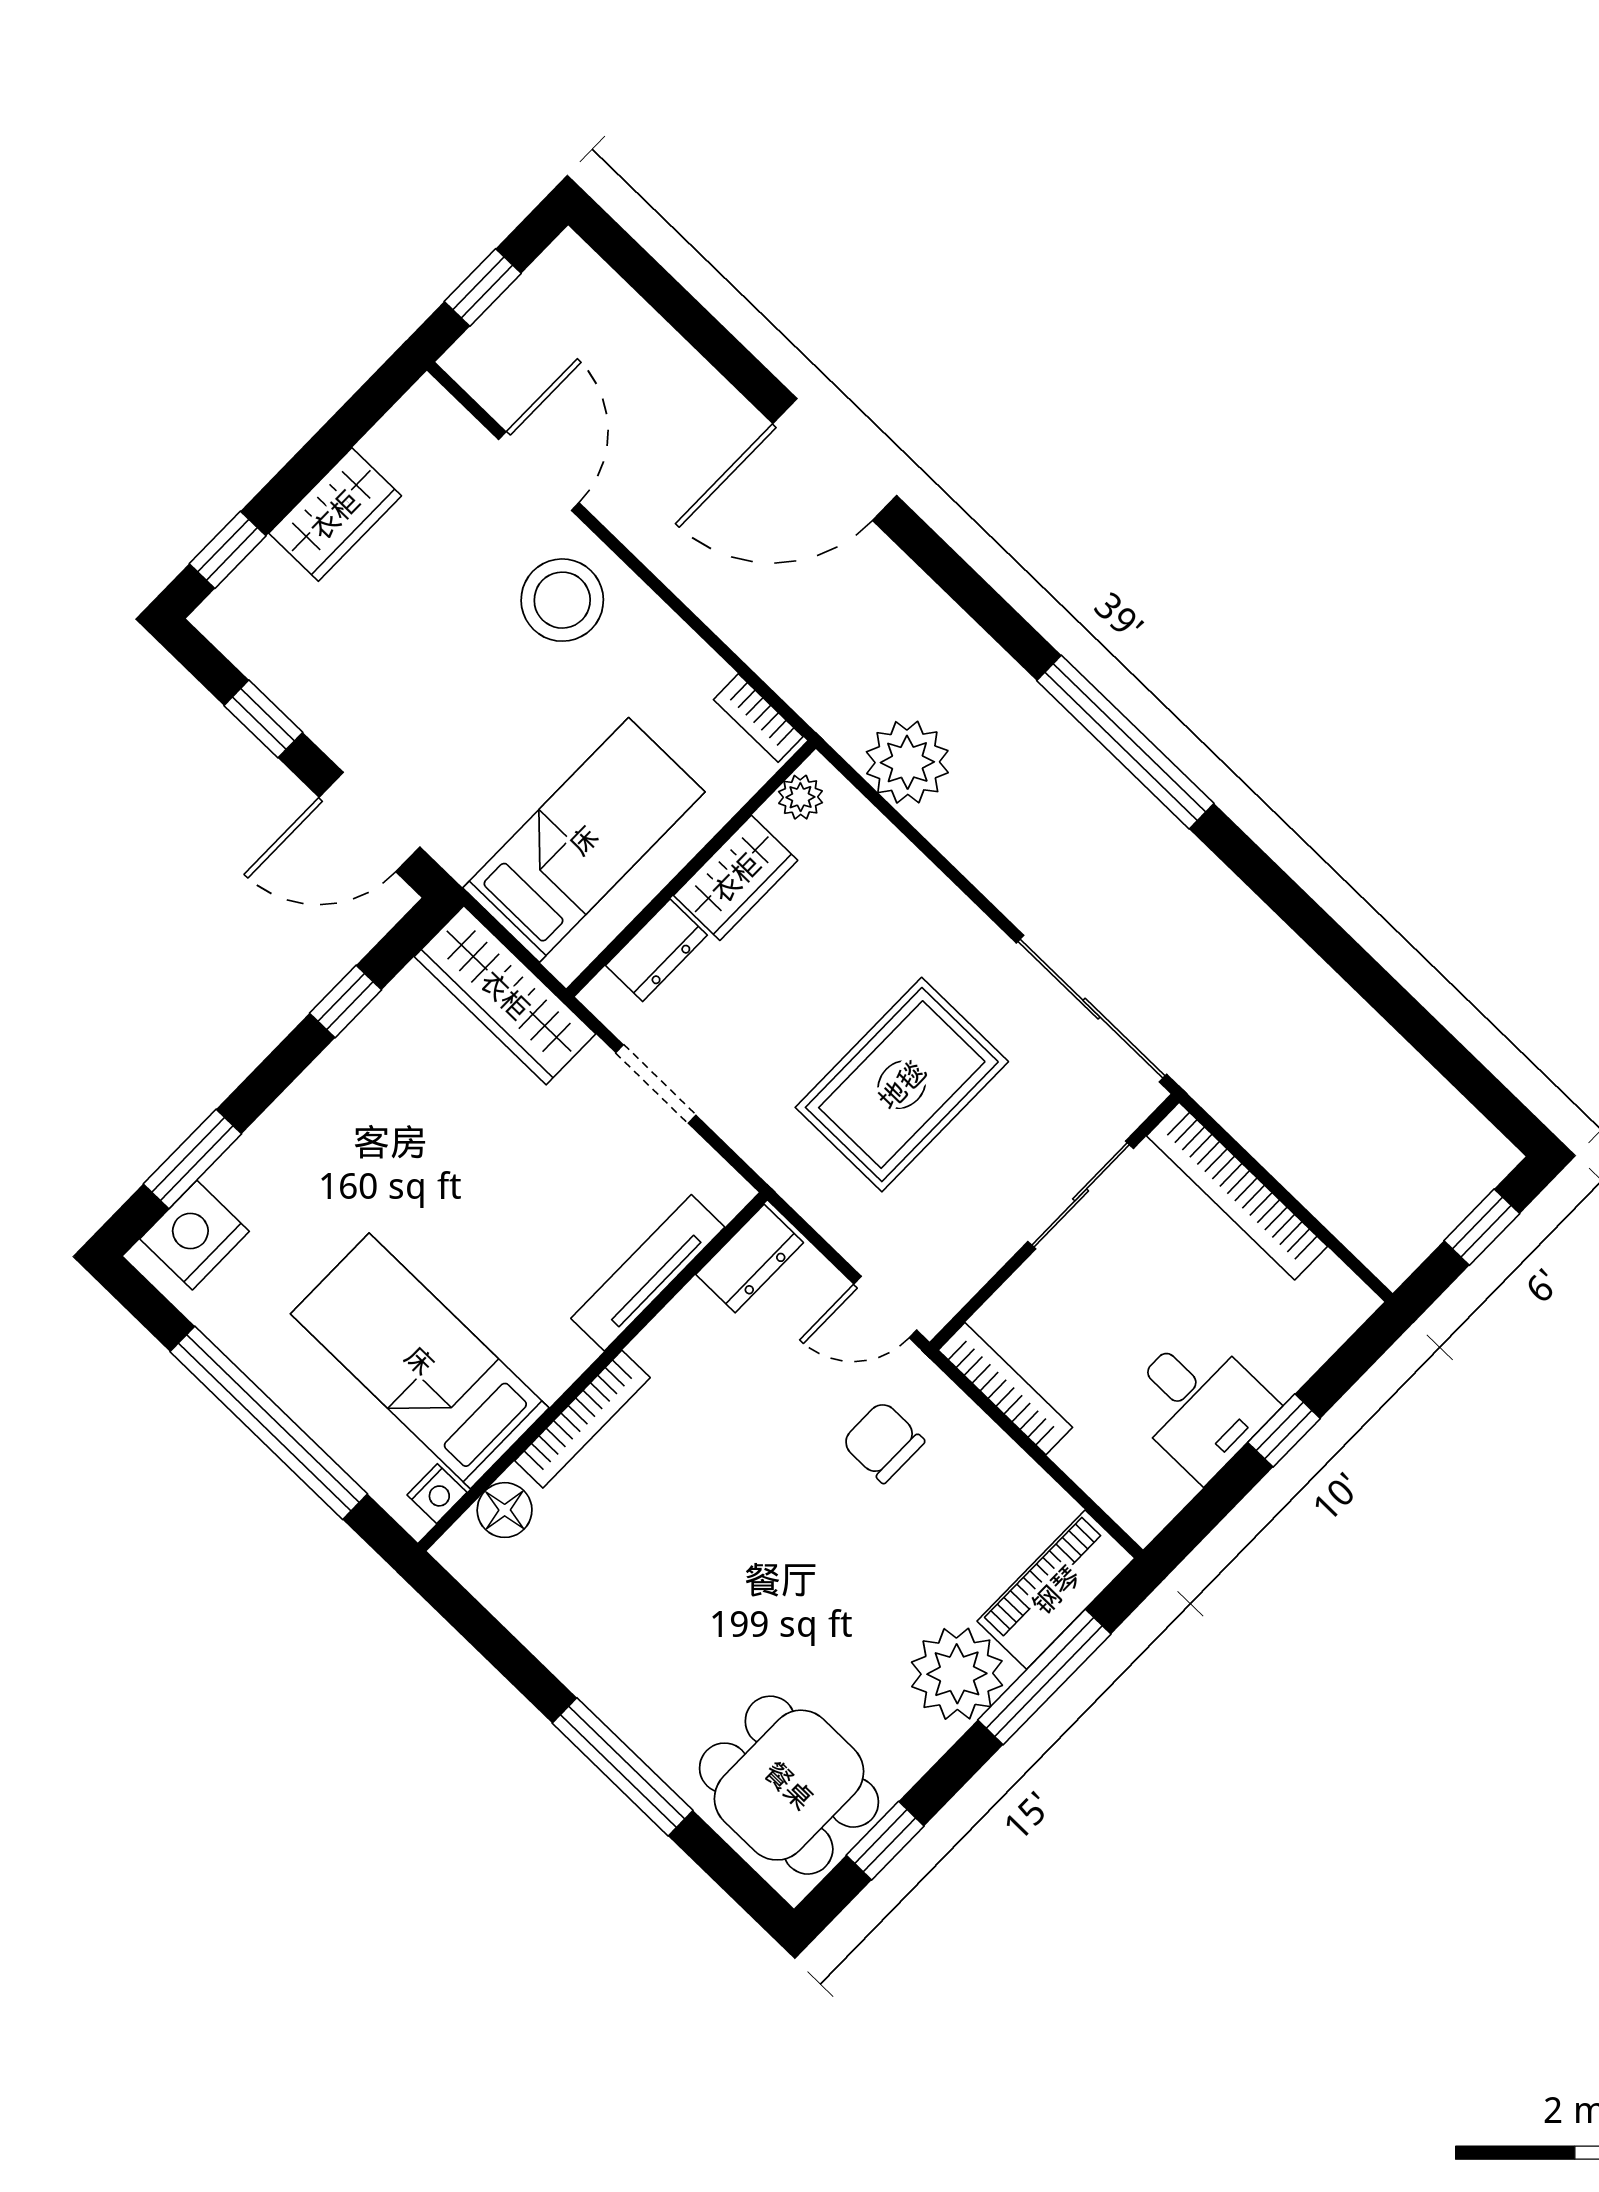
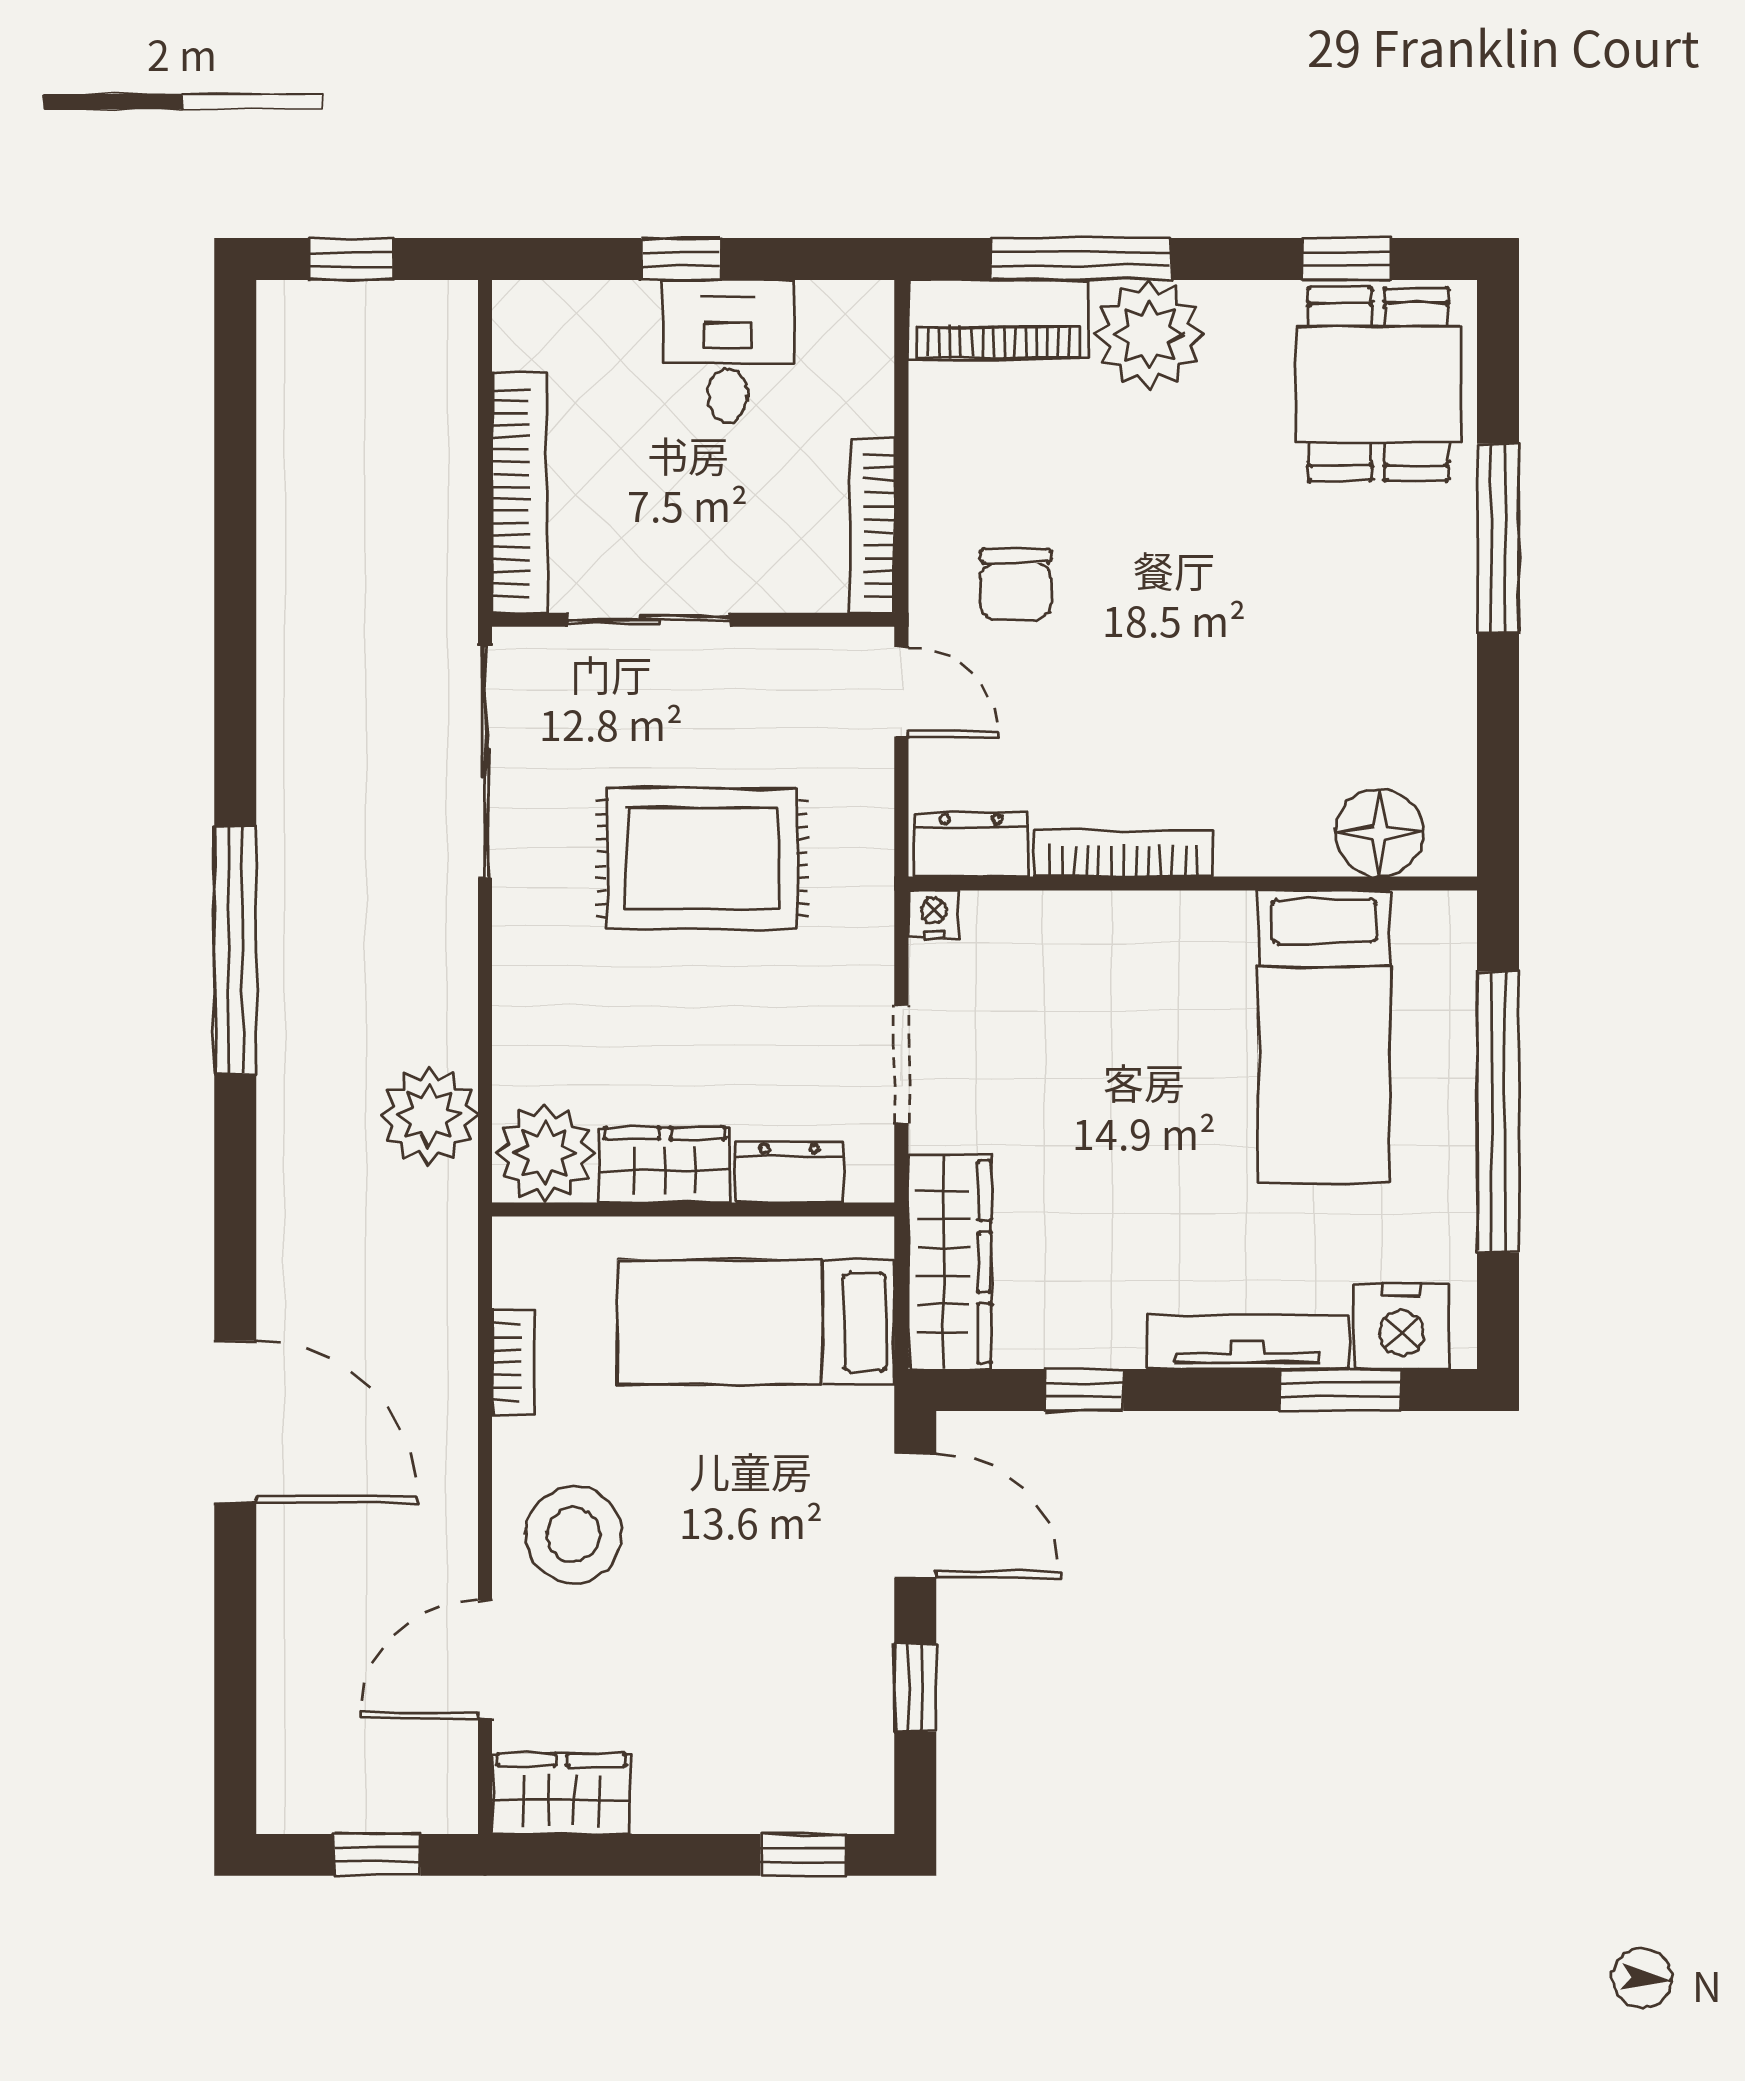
wardrobe: (335, 515) -> (561, 1794), moved
bookcase: (758, 718) -> (513, 1362), moved
plant: (800, 797) -> (545, 1153), width x1.88, depth x1.88
tv unit: (648, 1273) -> (1248, 1342), moved, turned 180
bookcase: (582, 1419) -> (1123, 854), moved
nightstand: (437, 1494) -> (934, 914), moved
floor lamp: (505, 1510) -> (1380, 833), width x1.38, depth x1.38

